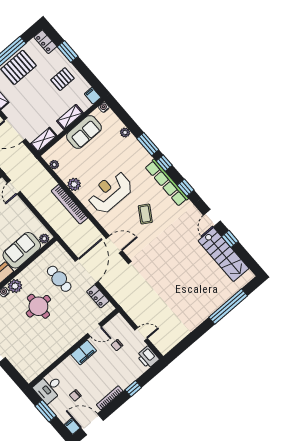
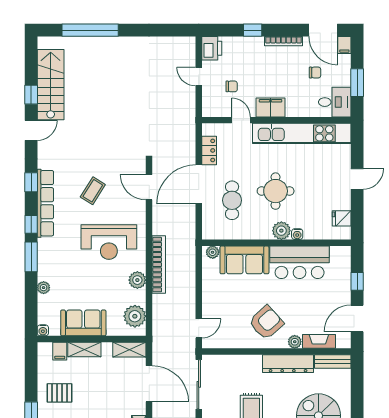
filing cabinet: (93, 96) -> (60, 351), moved
plant: (54, 165) -> (135, 316), width x1.88, depth x1.88
kitchen unit: (52, 353) -> (302, 133), added

